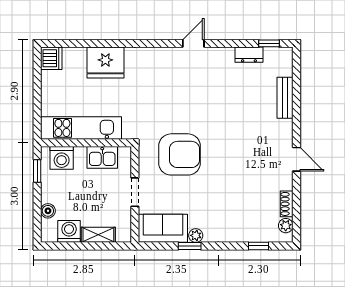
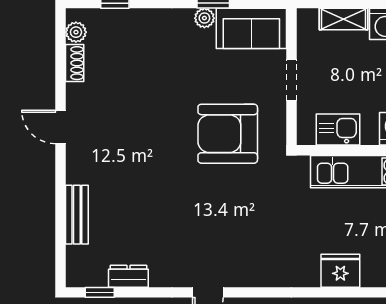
fridge: (105, 62) -> (340, 271), width x0.73, depth x0.75

